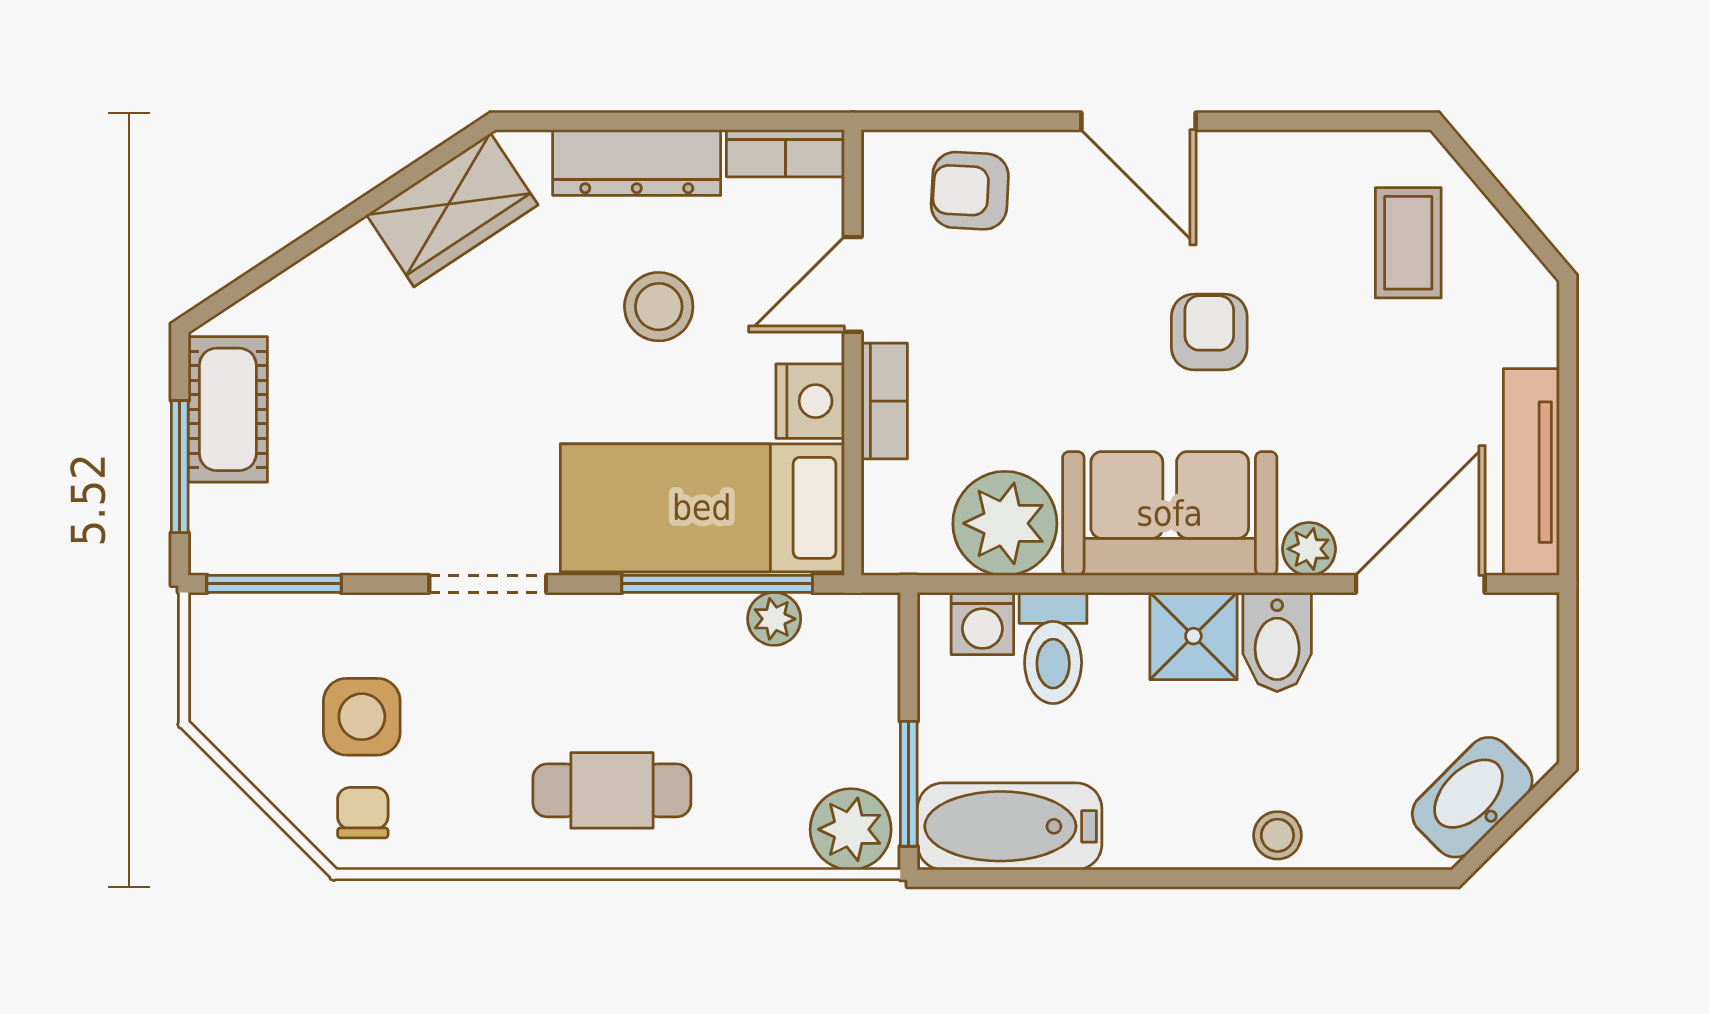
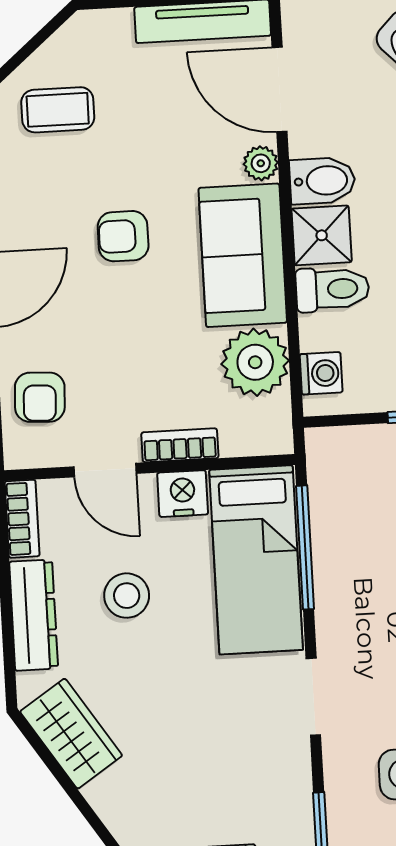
plant: (774, 619) -> (326, 509), removed
toilet: (1053, 648) -> (332, 289), moved

